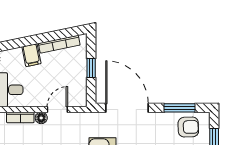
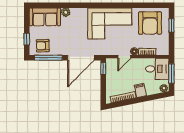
window: (91, 68) -> (103, 68), moved
door: (127, 108) -> (81, 58), hinge flipped
window: (179, 108) -> (48, 58), width x1.44

